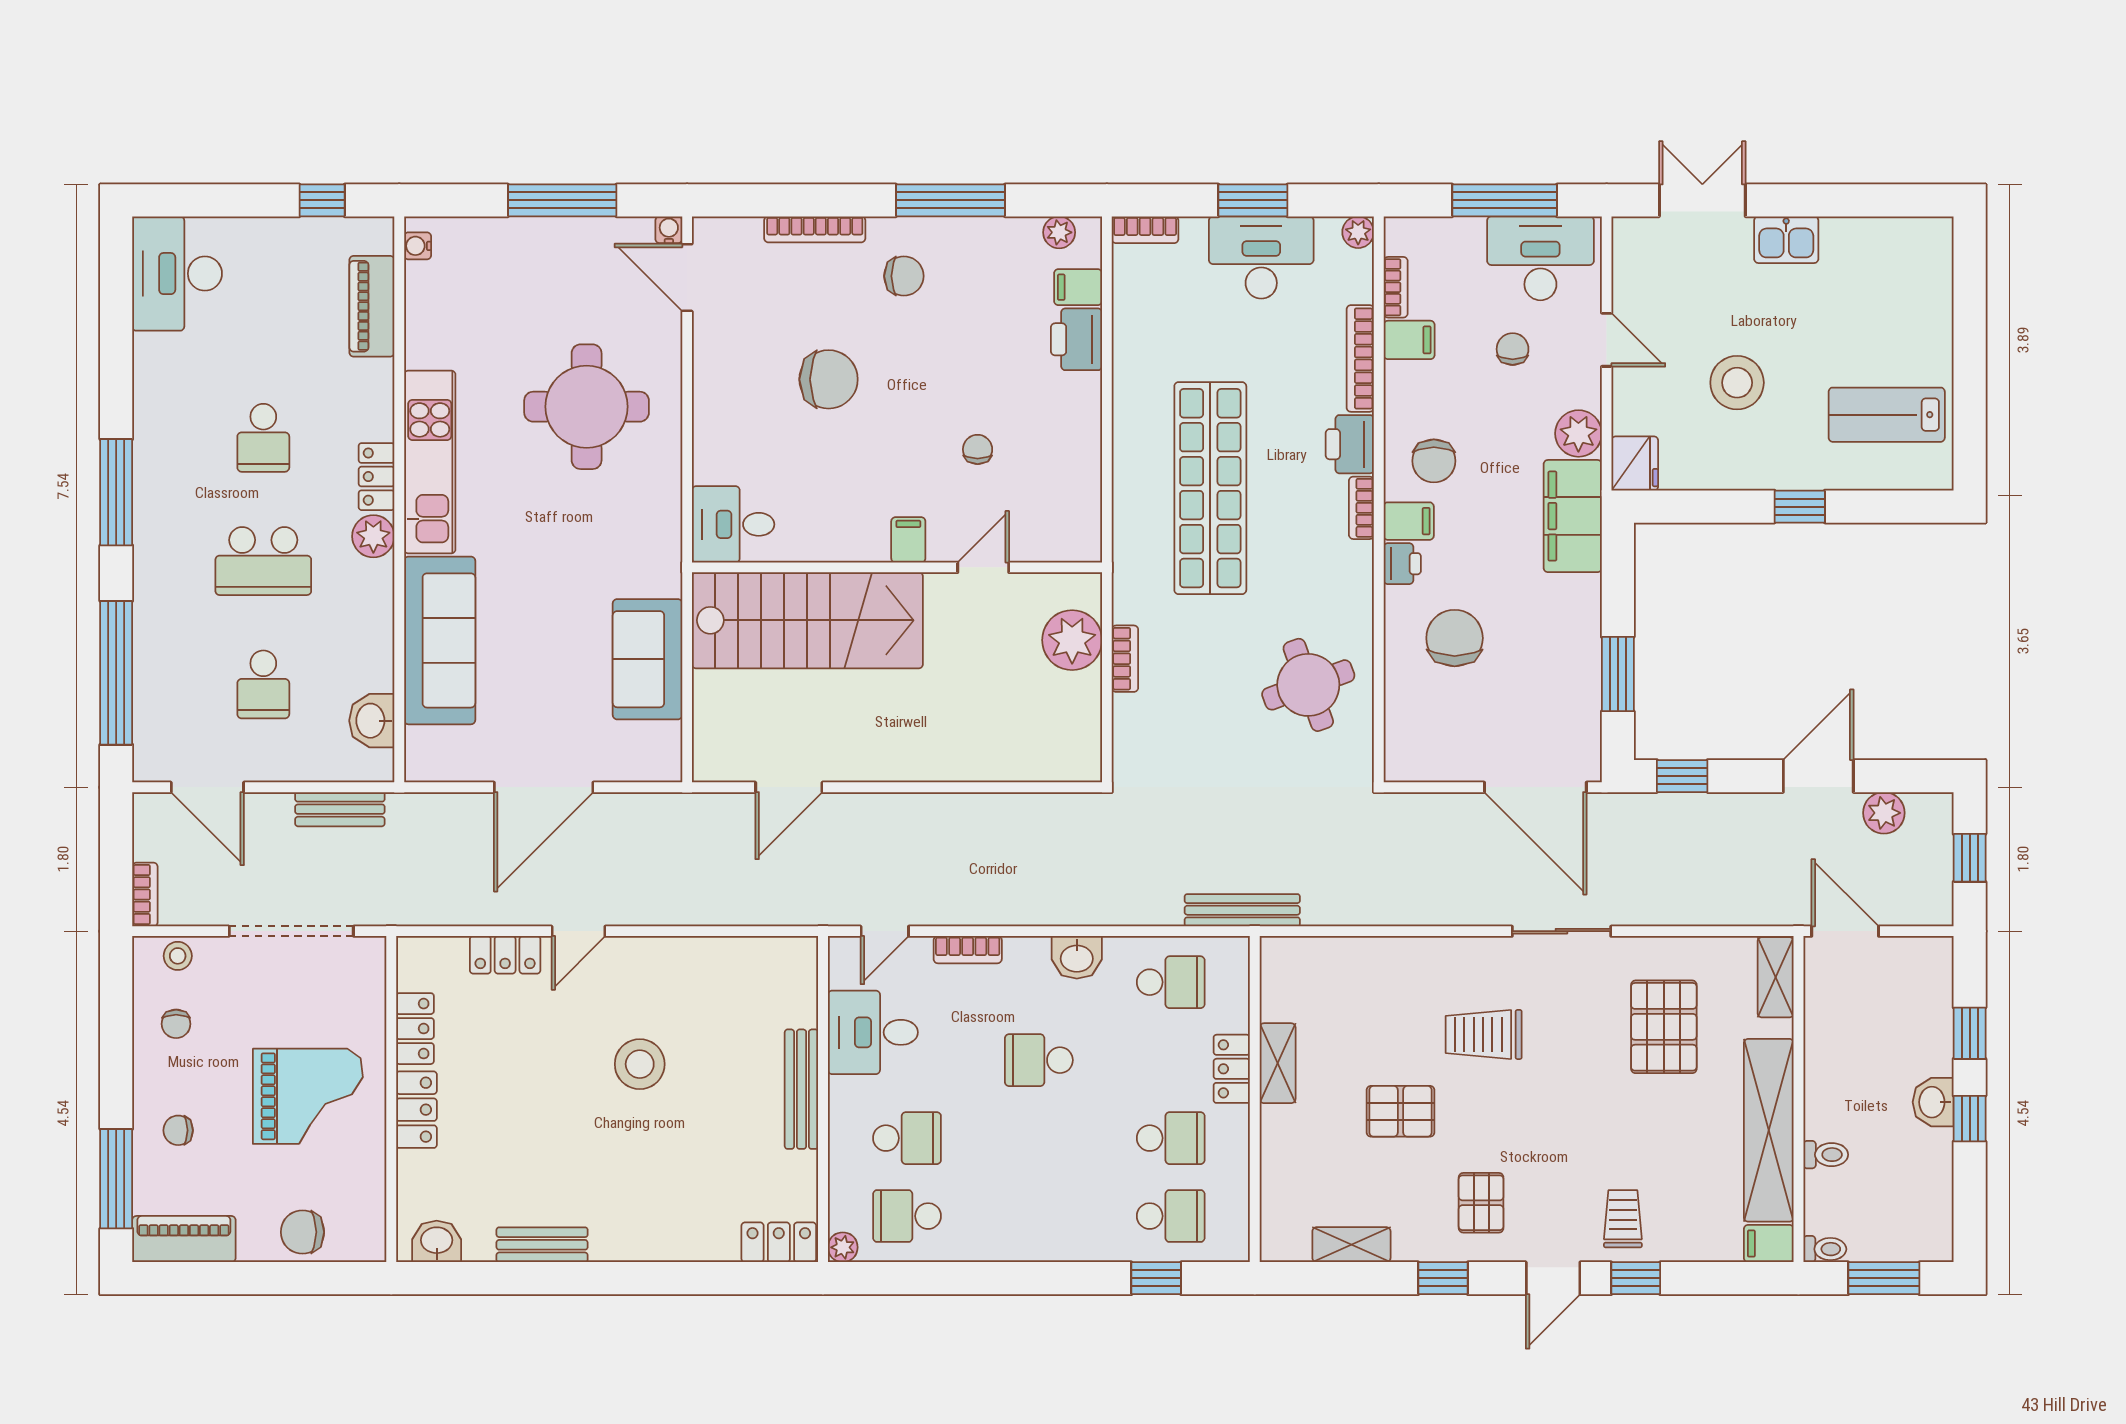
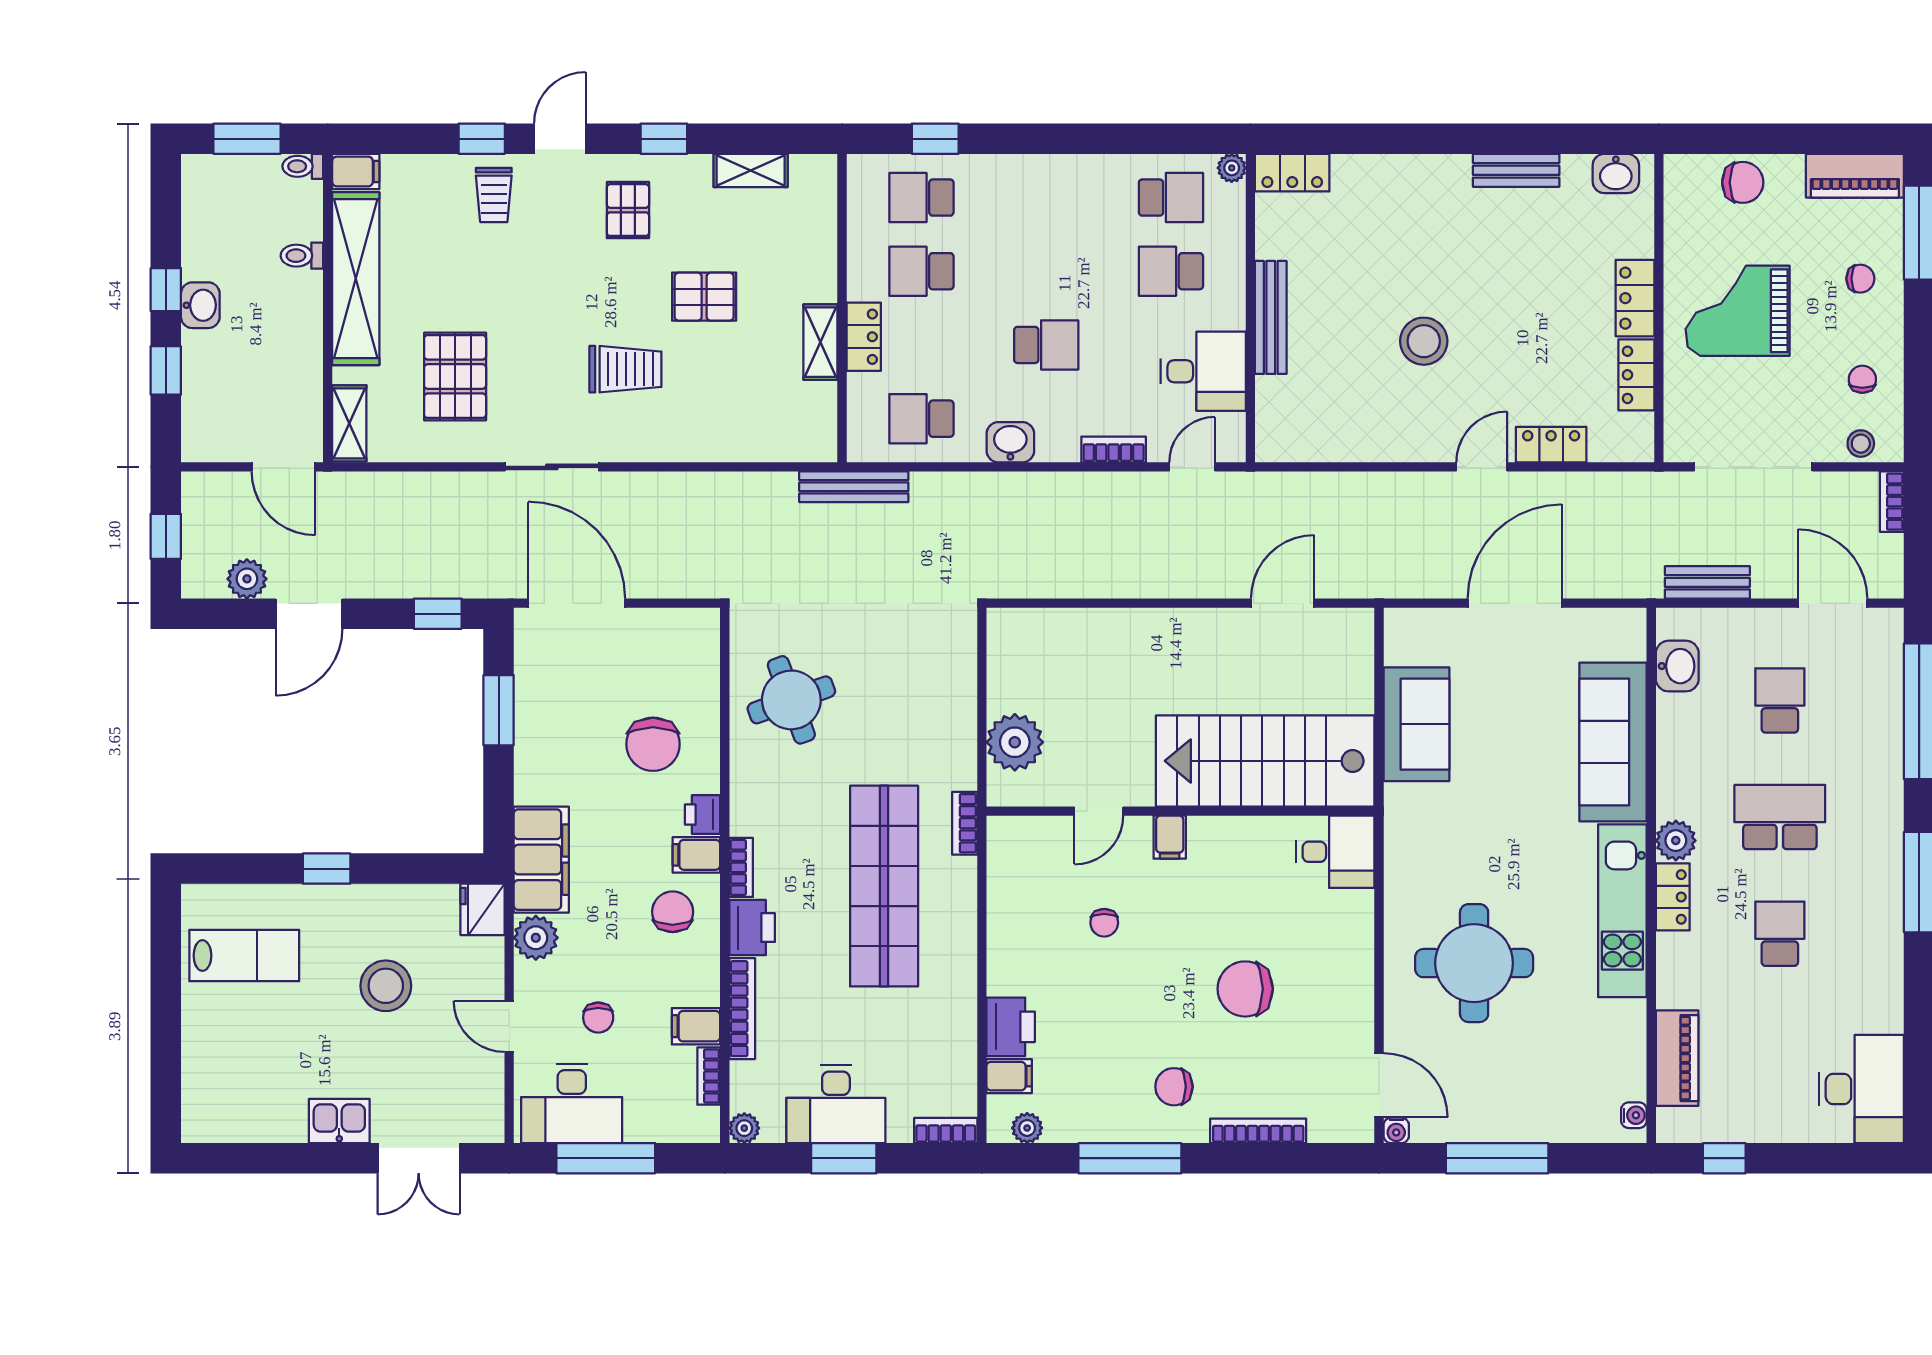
bookcase: (1125, 659) -> (965, 823), moved

